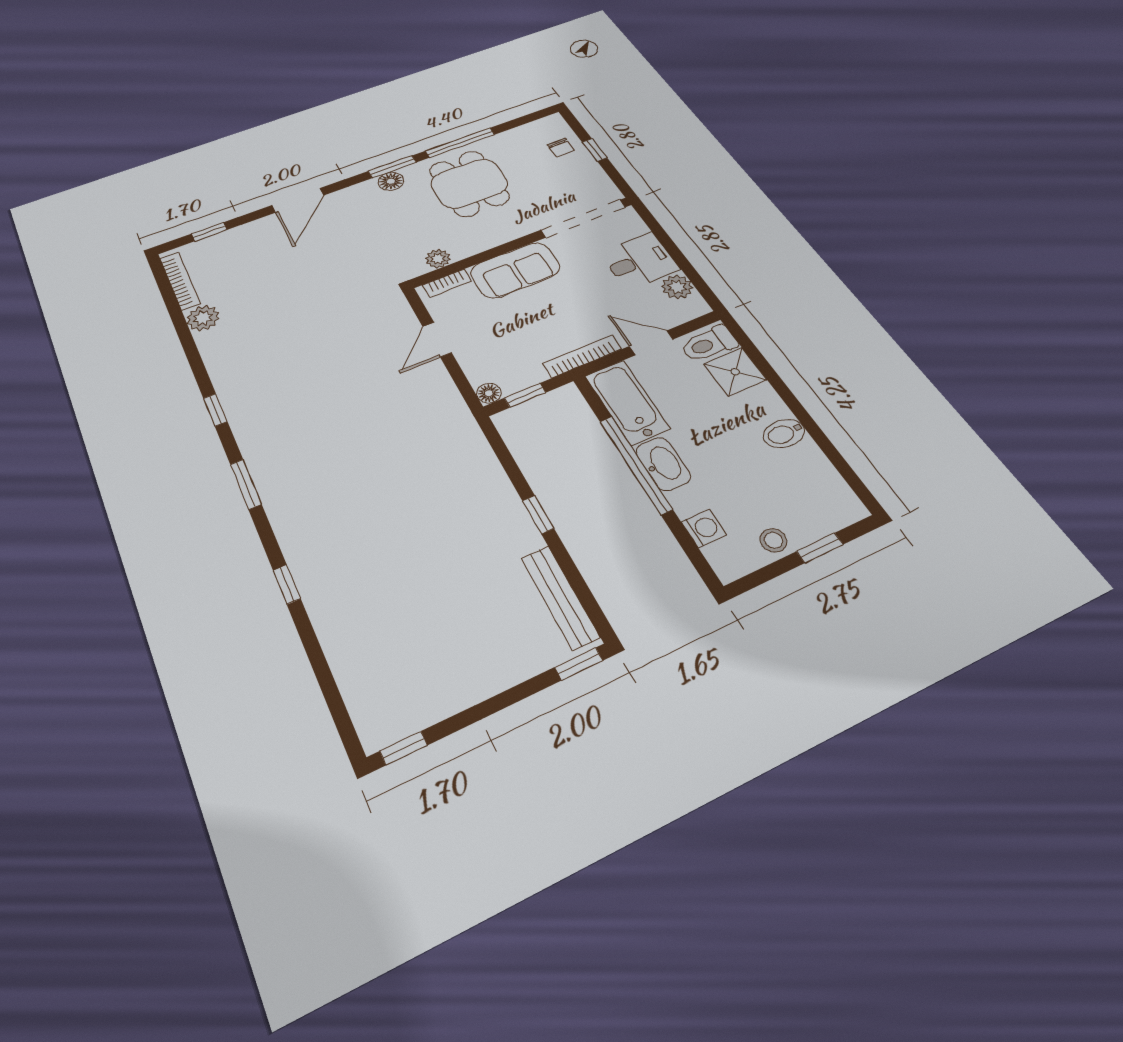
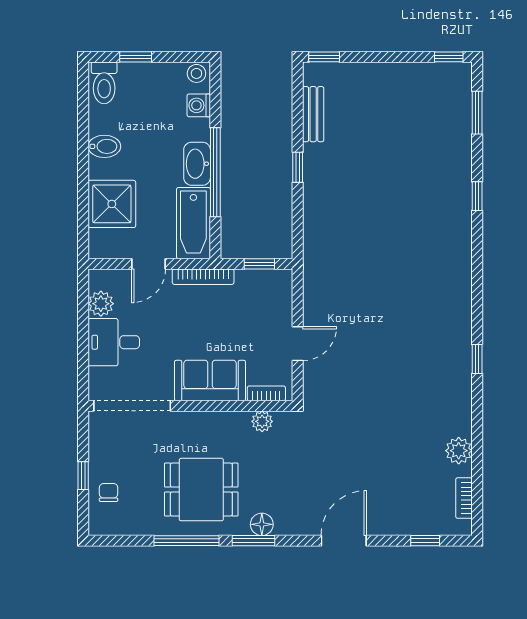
dining table: (469, 184) -> (201, 490), turned 90
bookcase: (180, 281) -> (464, 498), width x0.64
door: (651, 343) -> (149, 264), hinge flipped
toilet: (709, 344) -> (104, 83), moved, turned 90
shower: (735, 372) -> (112, 204), width x1.36, depth x1.36
floor lamp: (489, 393) -> (283, 278), removed
window: (246, 484) -> (477, 113), moved
stool: (774, 540) -> (196, 73), moved
bench: (560, 597) -> (313, 114), width x0.73

